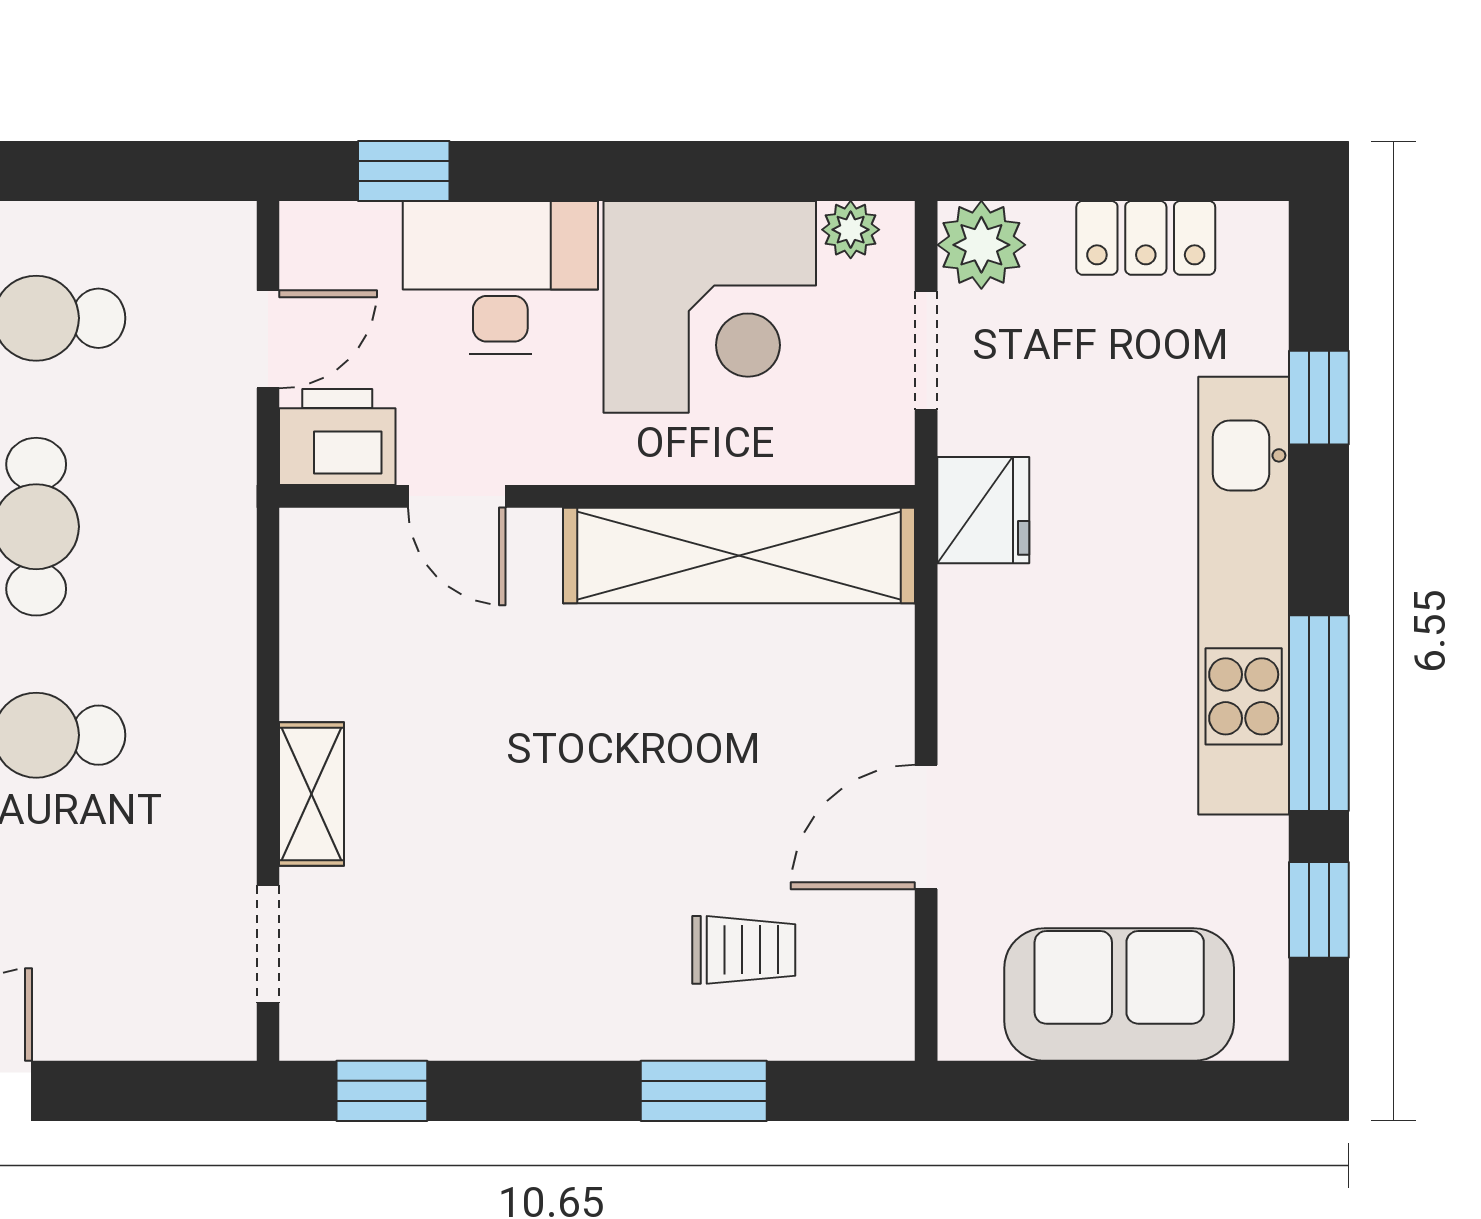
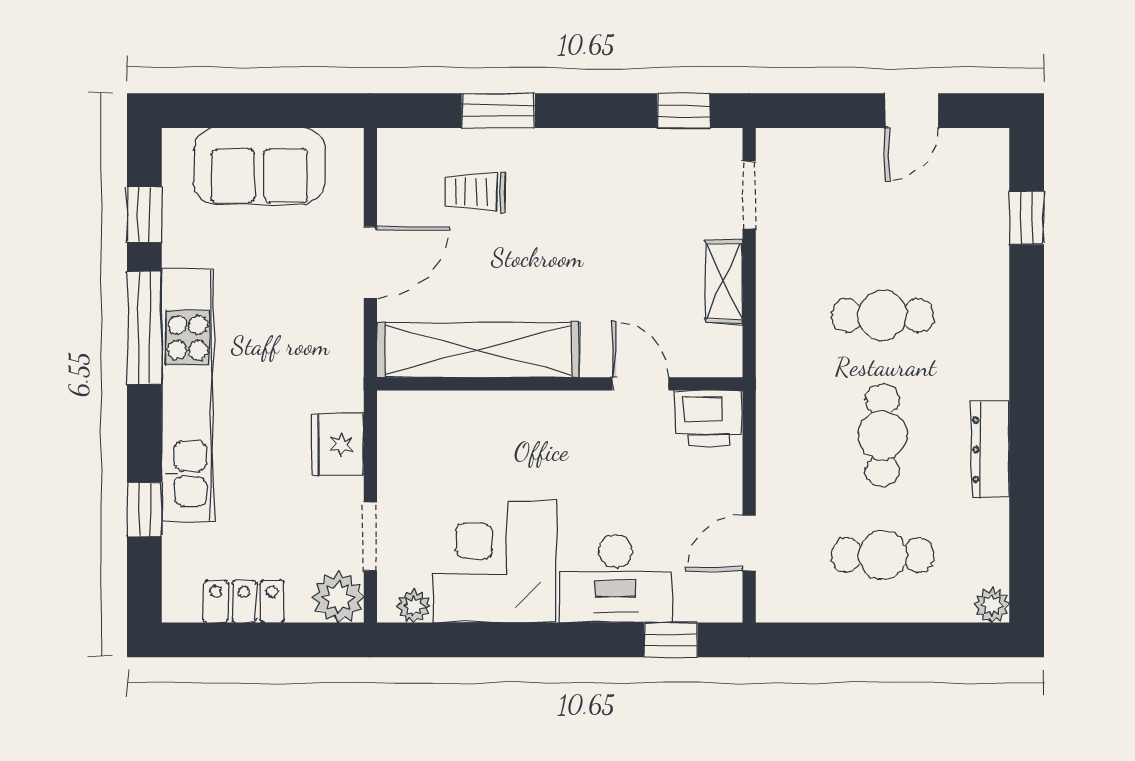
printer: (337, 437) -> (709, 418), moved
door: (457, 496) -> (640, 384), moved
wall: (597, 496) -> (560, 384), moved
shelving: (739, 555) -> (478, 350), moved

